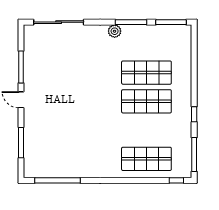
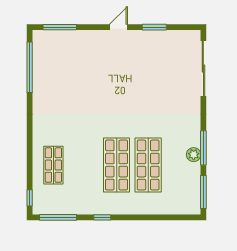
plant: (115, 31) -> (194, 155), moved
window: (21, 67) -> (154, 27), width x0.69
window: (21, 143) -> (60, 27), moved
shop shelf: (146, 159) -> (53, 165), width x0.70, depth x0.74

